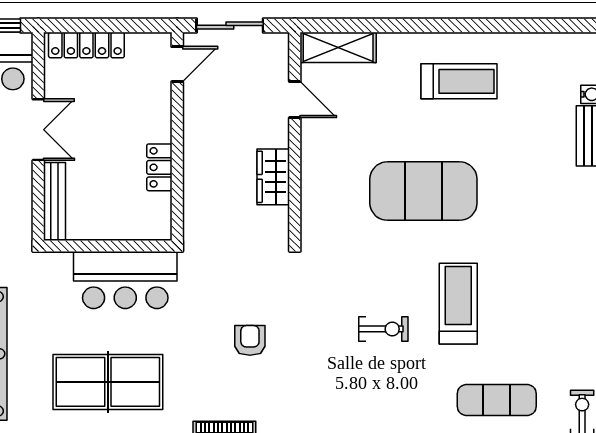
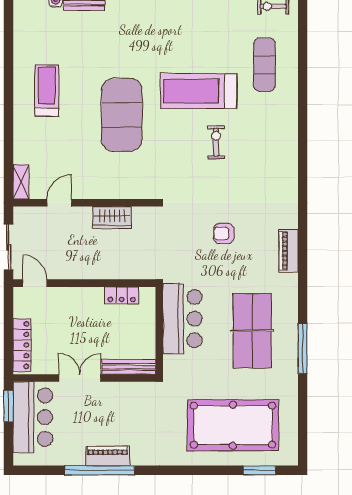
shelving: (338, 47) -> (21, 182), width x0.67, depth x0.75
locker: (159, 167) -> (122, 295), moved
treadmill: (458, 304) -> (199, 91), width x1.37, depth x1.38

